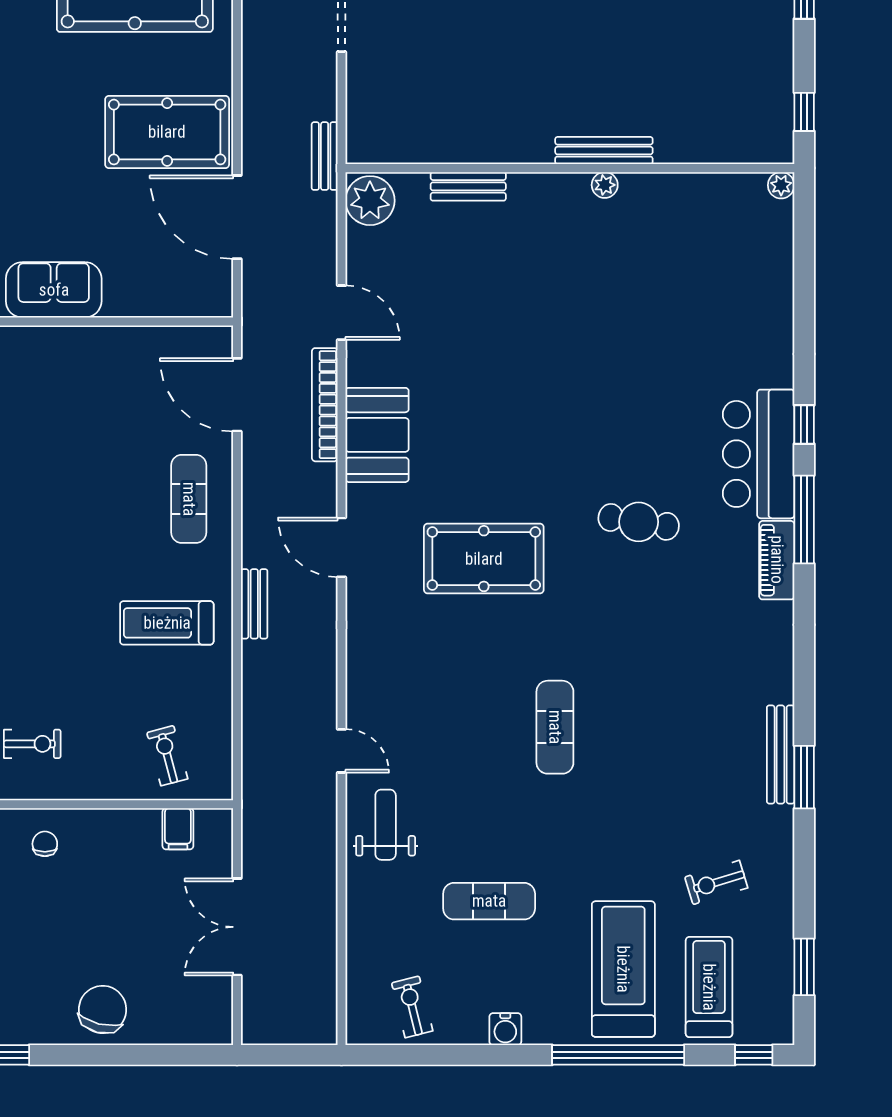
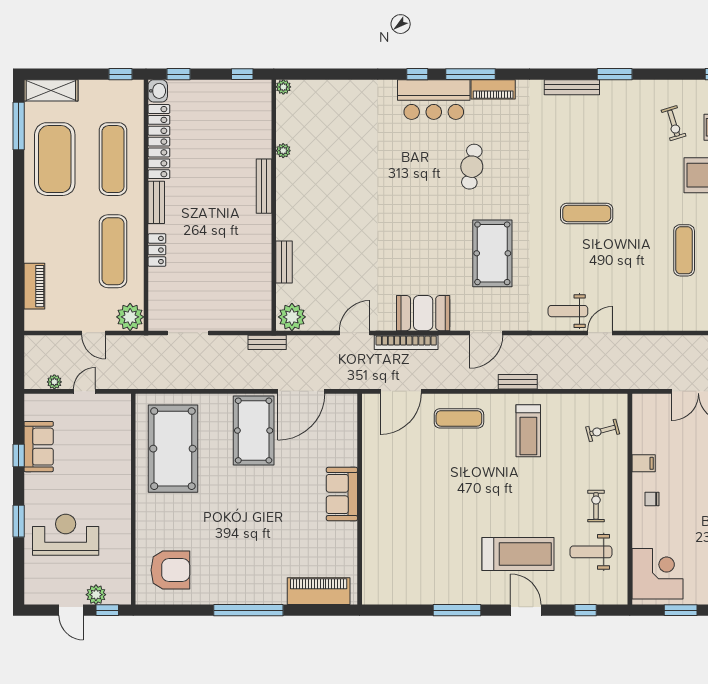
plant: (605, 185) -> (283, 151), moved
bench: (781, 755) -> (572, 87), moved
weight bench: (386, 825) -> (568, 311), moved
filing cabinet: (178, 829) -> (644, 463), moved

